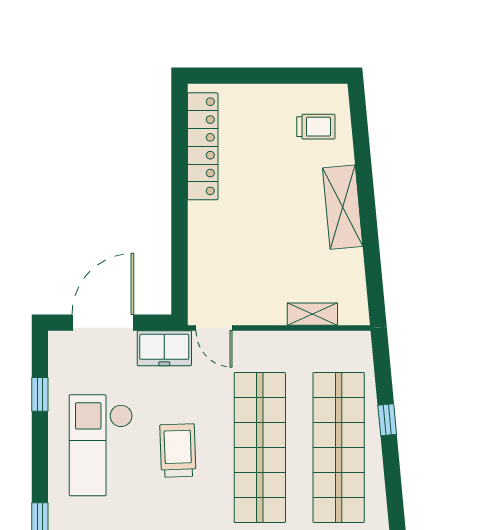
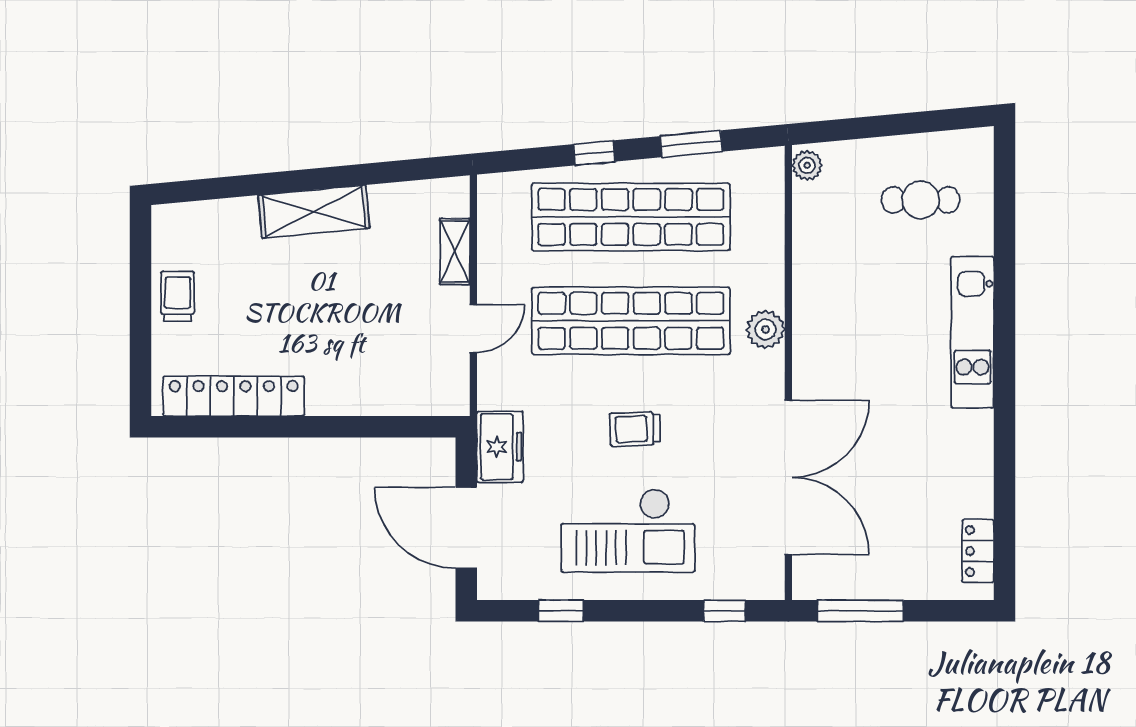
trolley: (316, 127) -> (178, 296), moved
door: (214, 328) -> (473, 328), moved
trolley: (178, 451) -> (635, 429), width x0.73, depth x0.72
window: (394, 493) -> (691, 144), added

